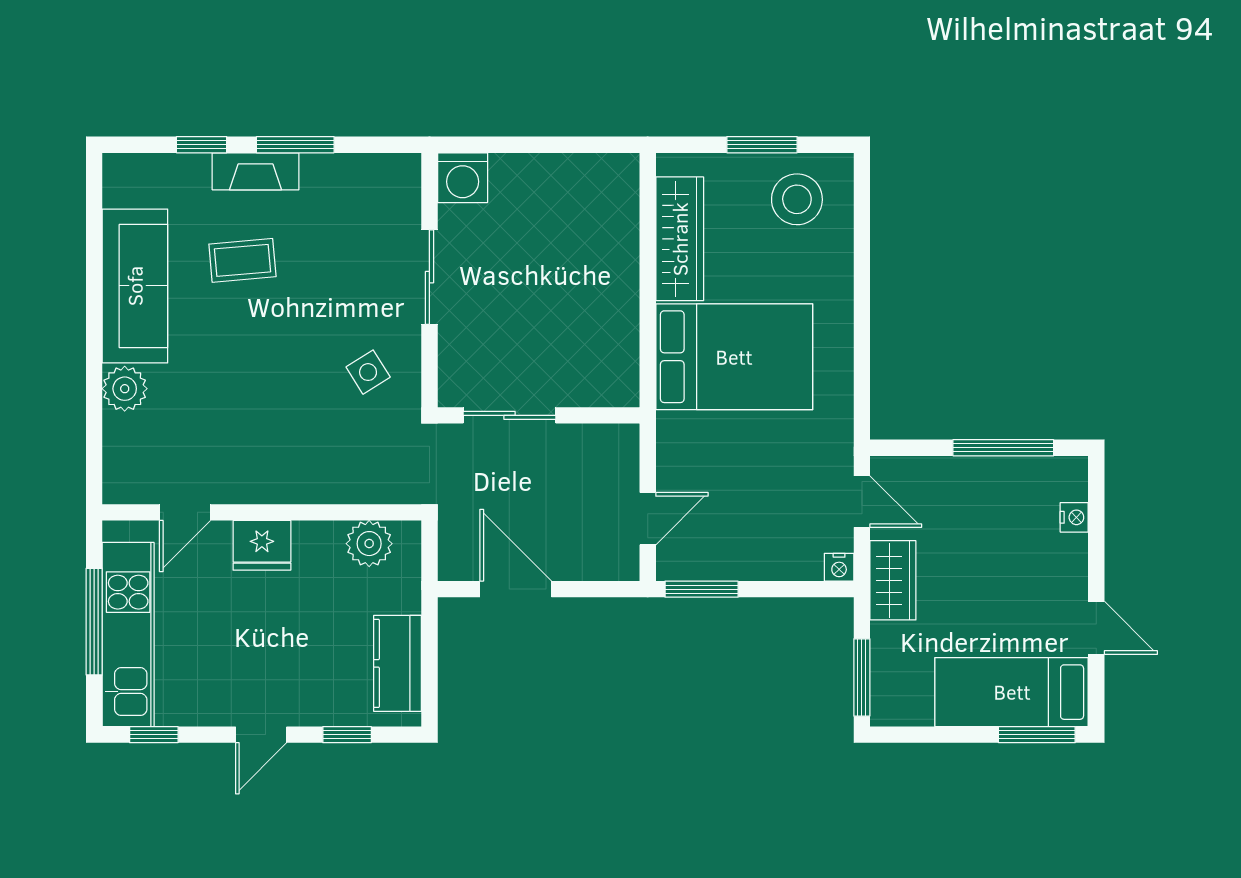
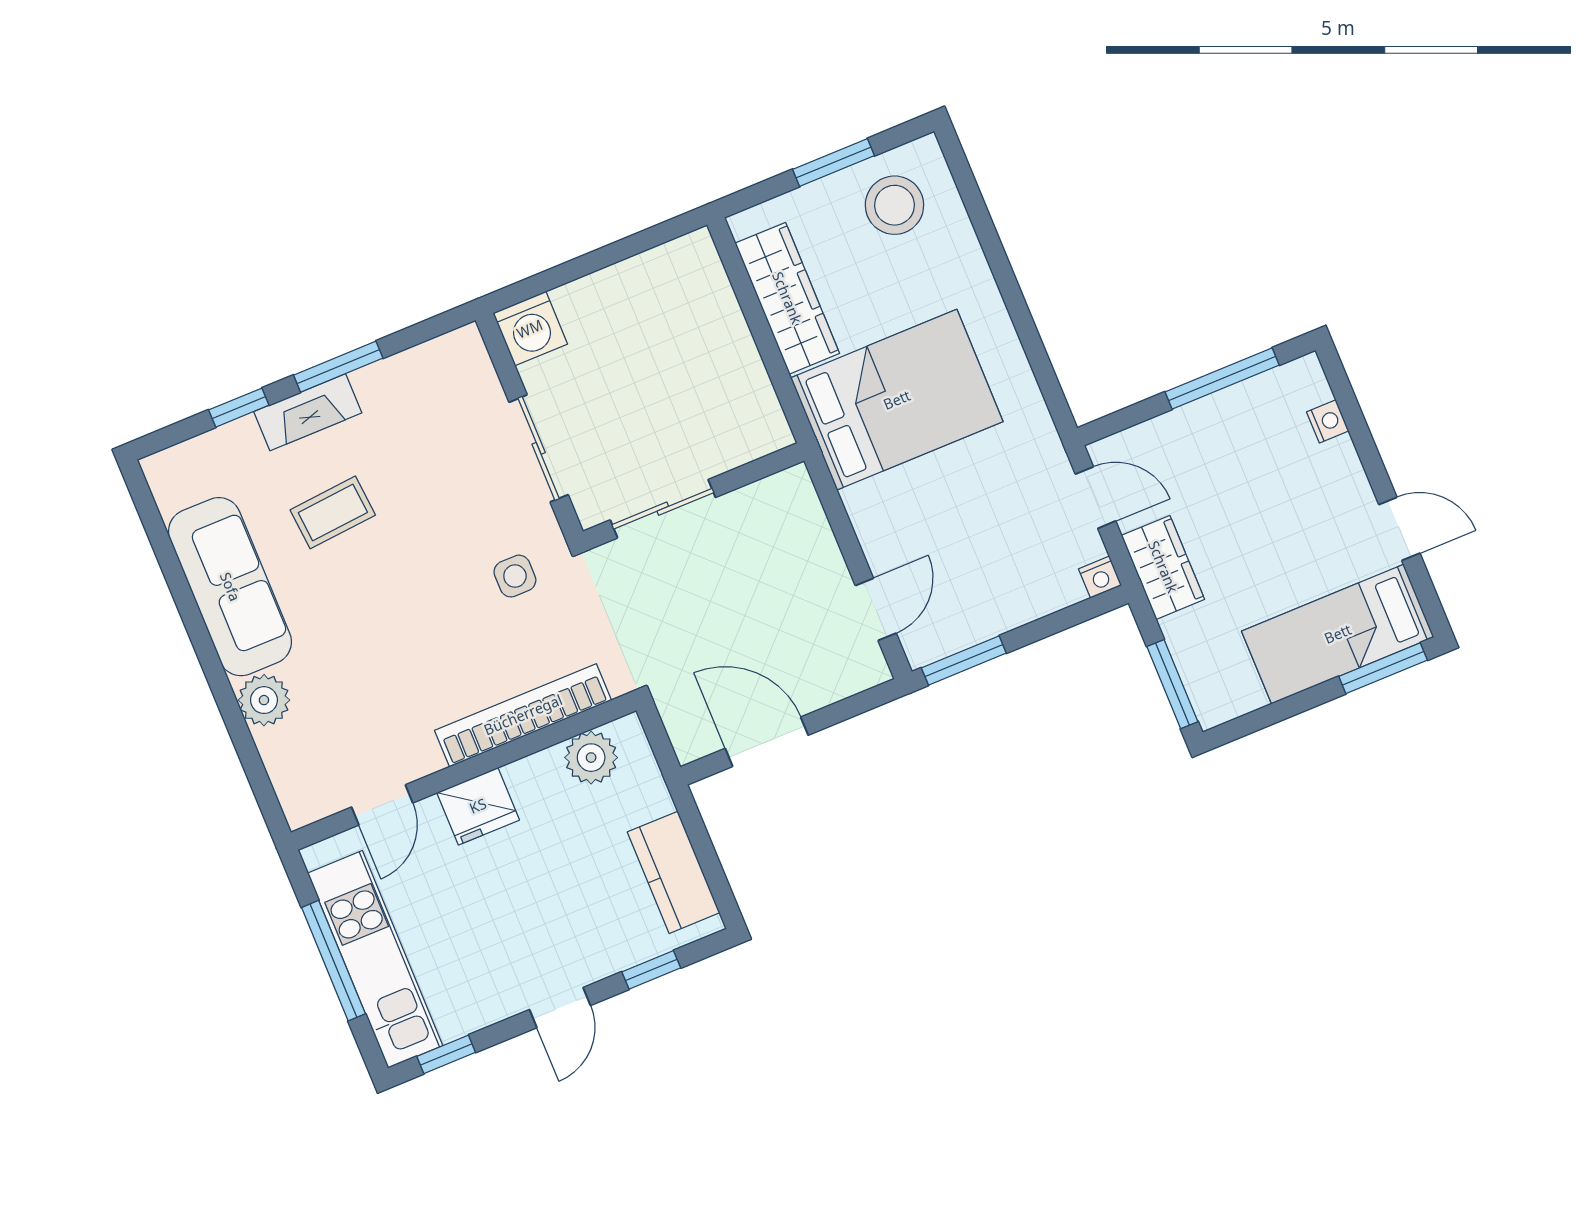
side table: (368, 372) -> (515, 576), turned 32
sliding door: (510, 415) -> (663, 509), moved
wall: (539, 415) -> (694, 496), moved
bookcase: (328, 487) -> (523, 715), added

